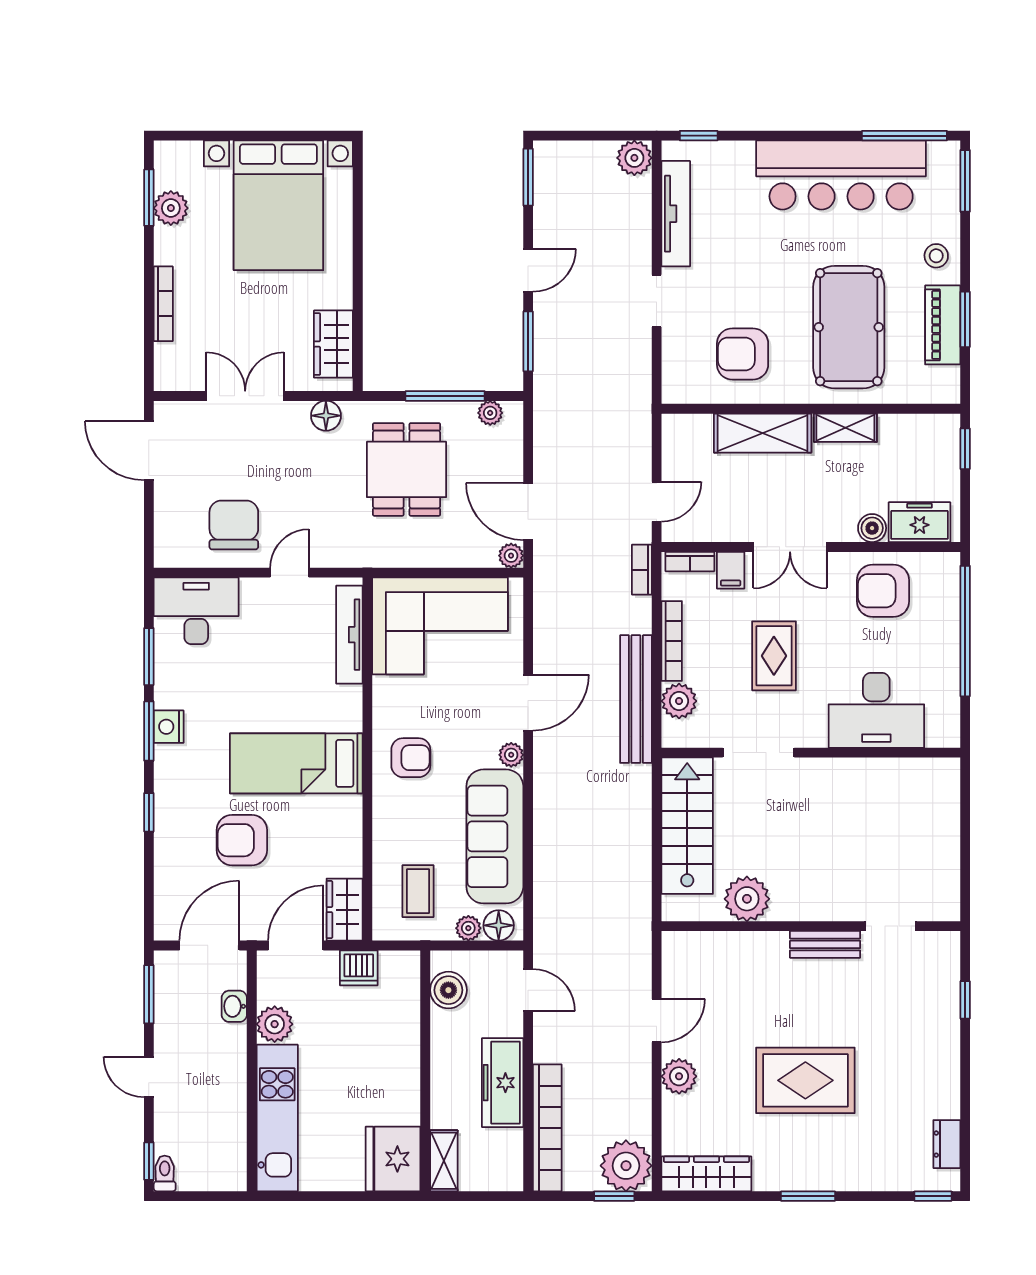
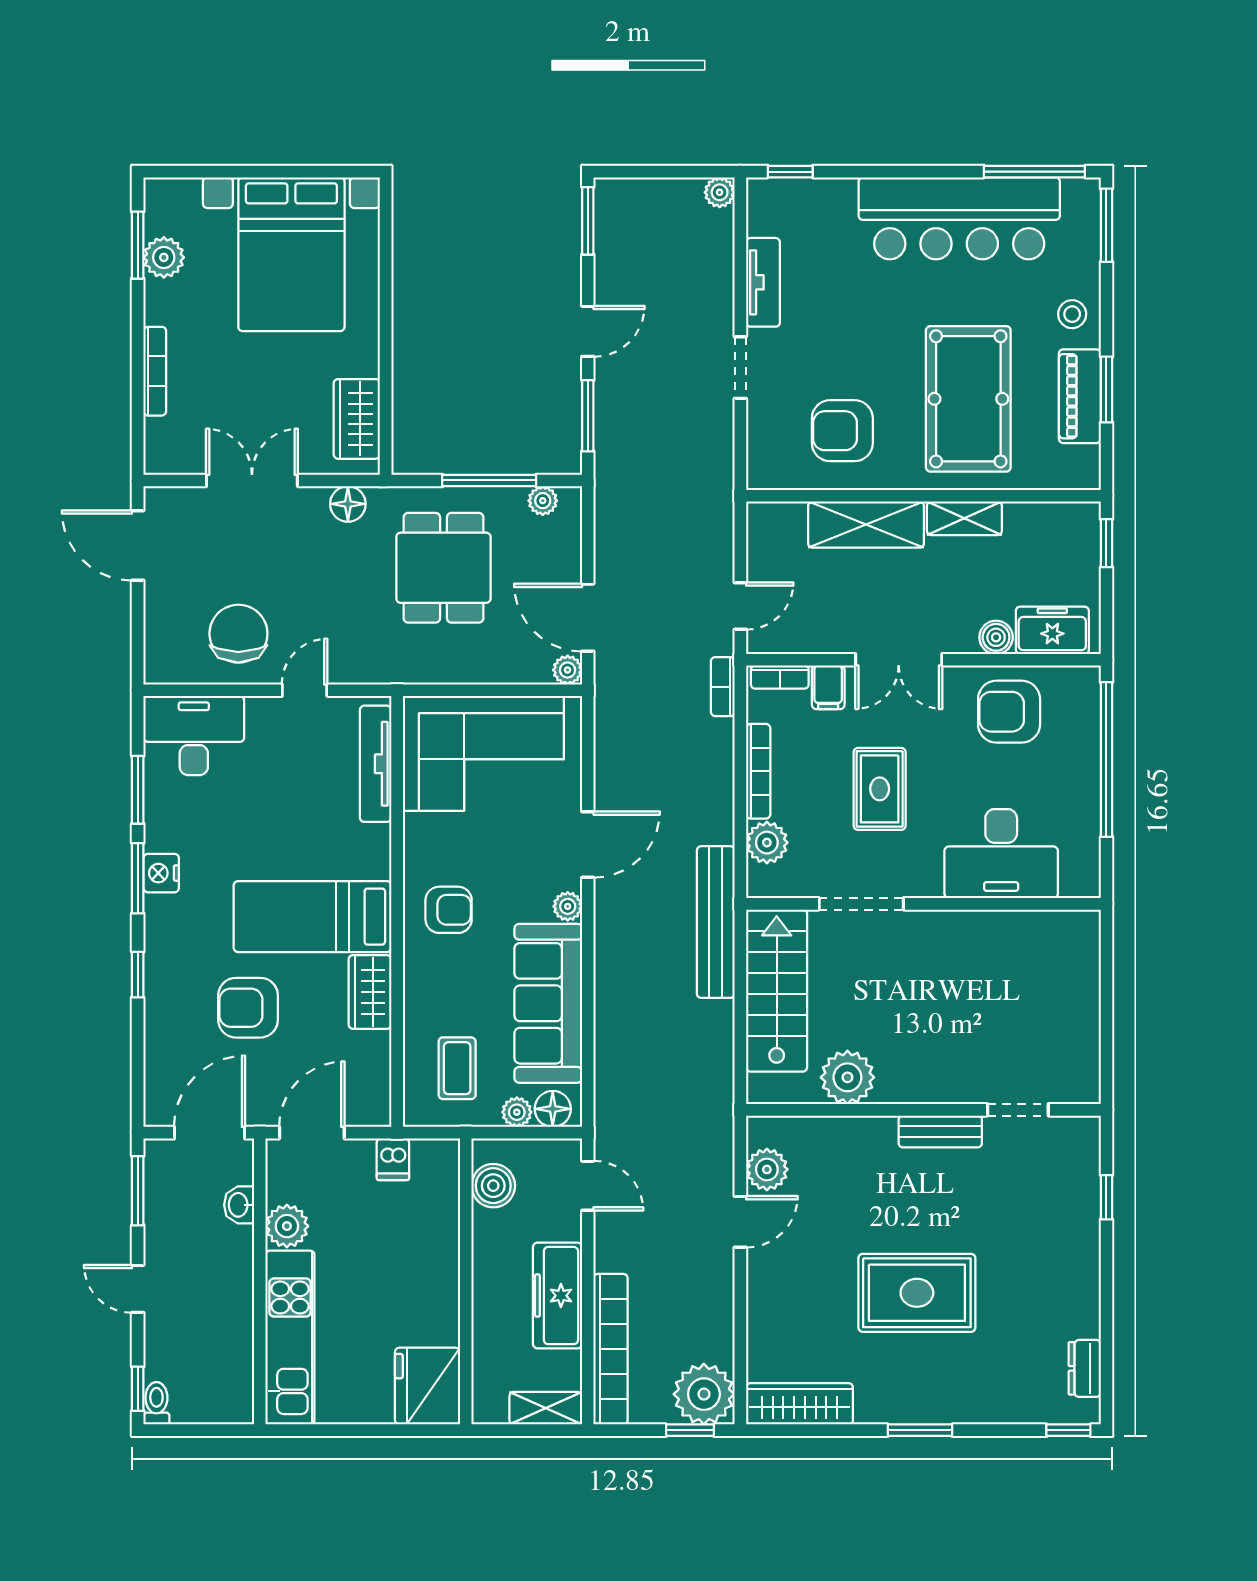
plant: (634, 158) -> (720, 192), width x0.73, depth x0.73
tv unit: (676, 214) -> (763, 282), width x0.71
bench: (636, 699) -> (716, 922), moved
wardrobe: (345, 910) -> (370, 992), moved
dishwasher: (359, 968) -> (393, 1159), width x0.73
plant: (679, 1076) -> (767, 1169), moved
shelving: (444, 1161) -> (546, 1408), moved, turned 90

